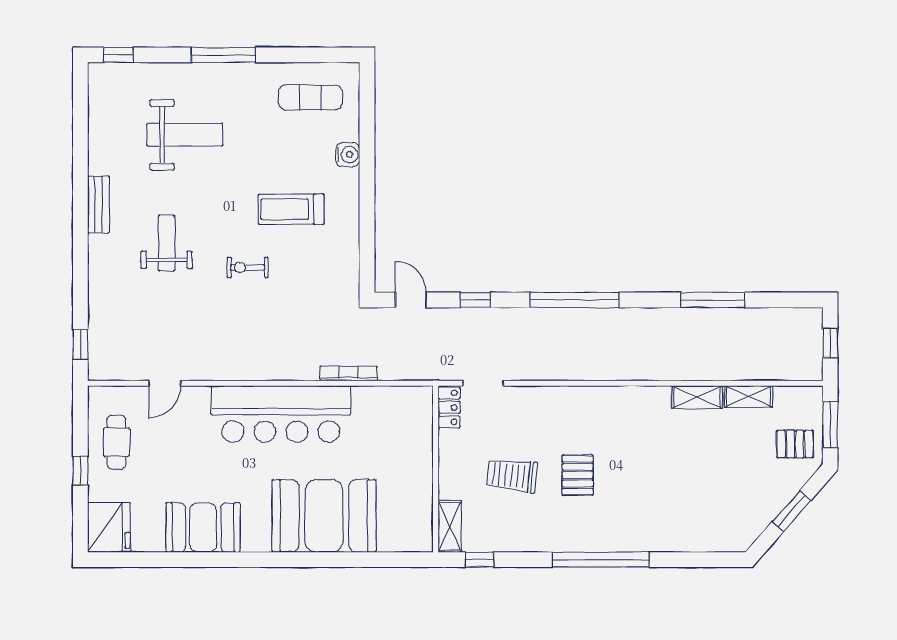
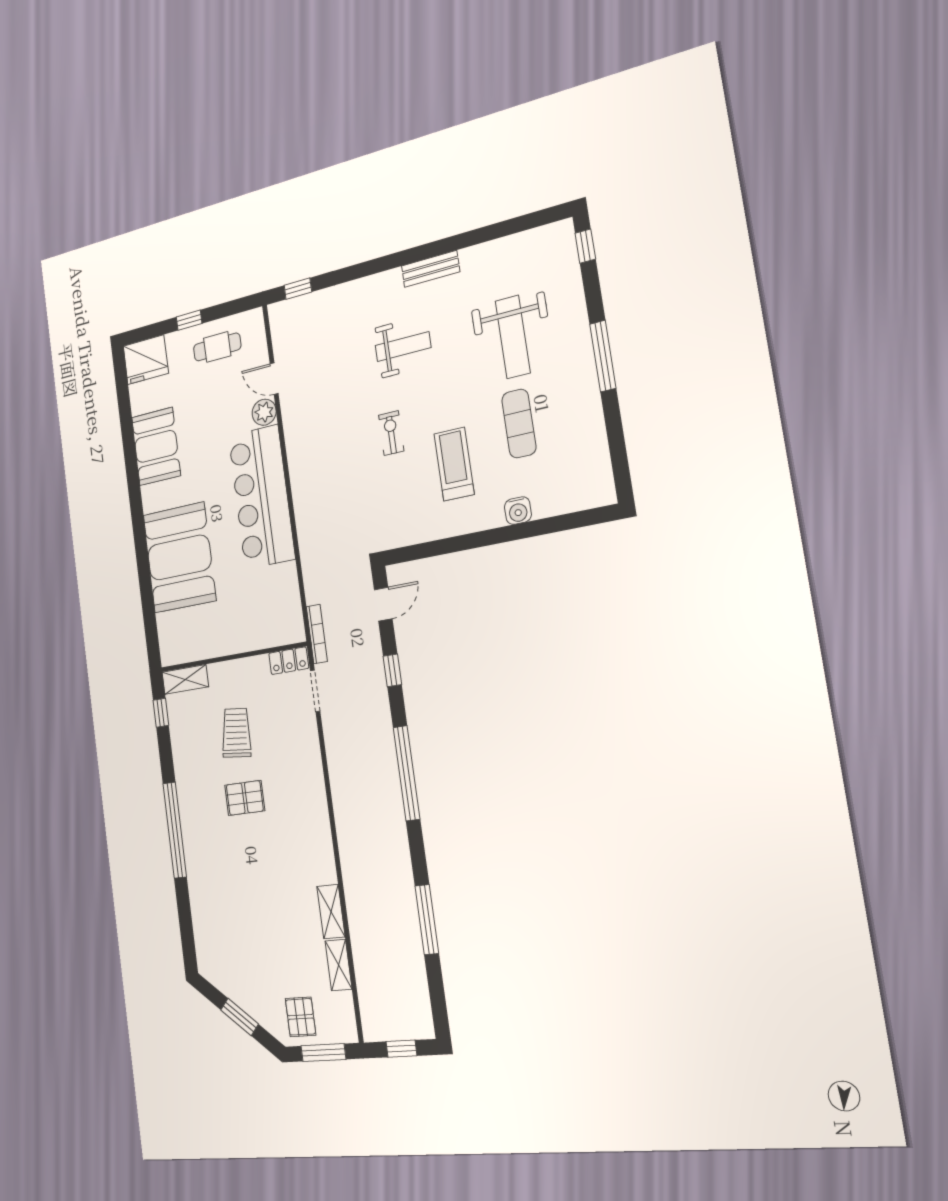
exercise mat: (310, 97) -> (519, 424), moved
bookcase: (349, 373) -> (317, 634), moved
plant: (196, 399) -> (264, 412), added

